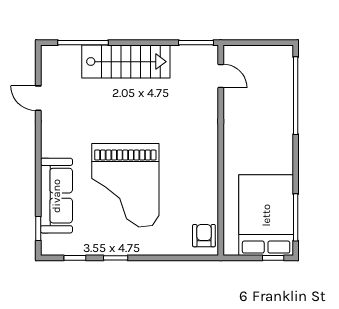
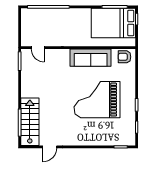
stairs: (126, 62) -> (30, 122), moved
door: (221, 76) -> (38, 48), swing flipped
grand piano: (125, 185) -> (97, 100), turned 180
sofa: (56, 196) -> (91, 58), moved, turned 180

